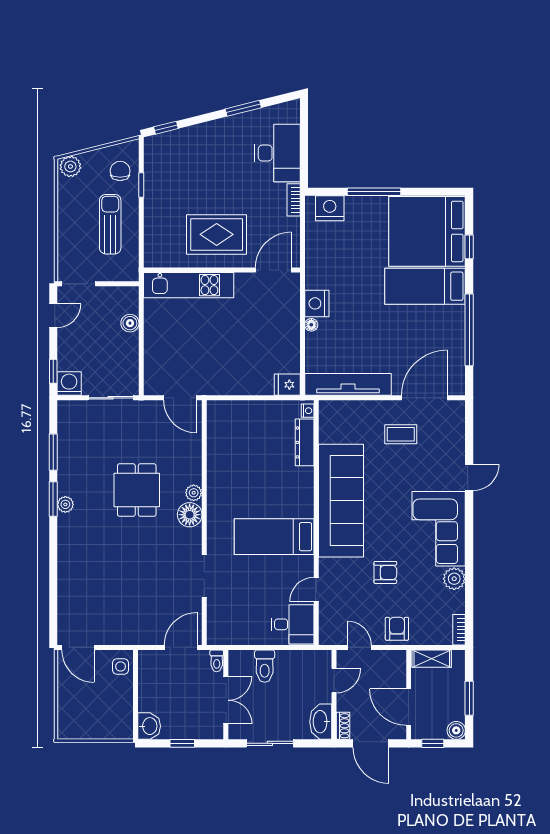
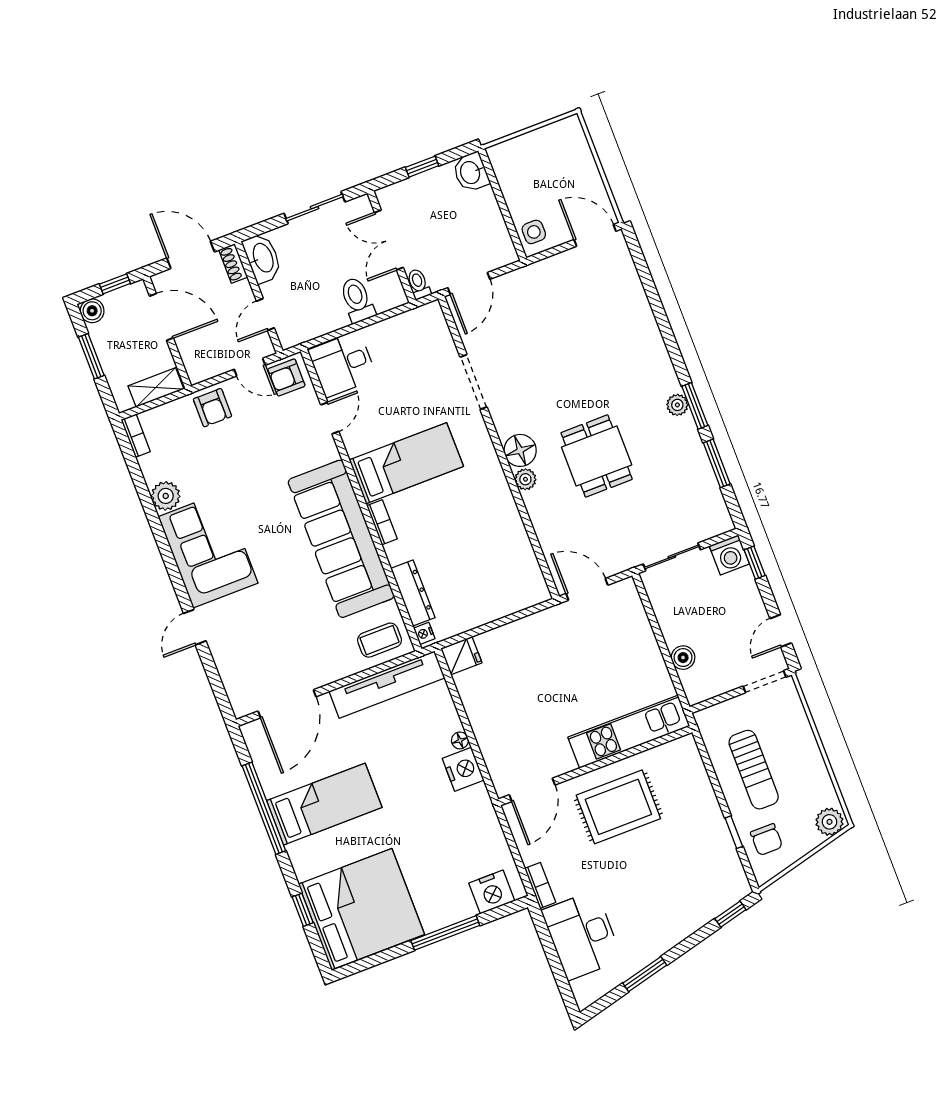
bed: (425, 286) -> (324, 804), moved
coffee table: (401, 434) -> (380, 640), moved
bookcase: (307, 501) -> (382, 522), added
armchair: (385, 572) -> (286, 377), moved

